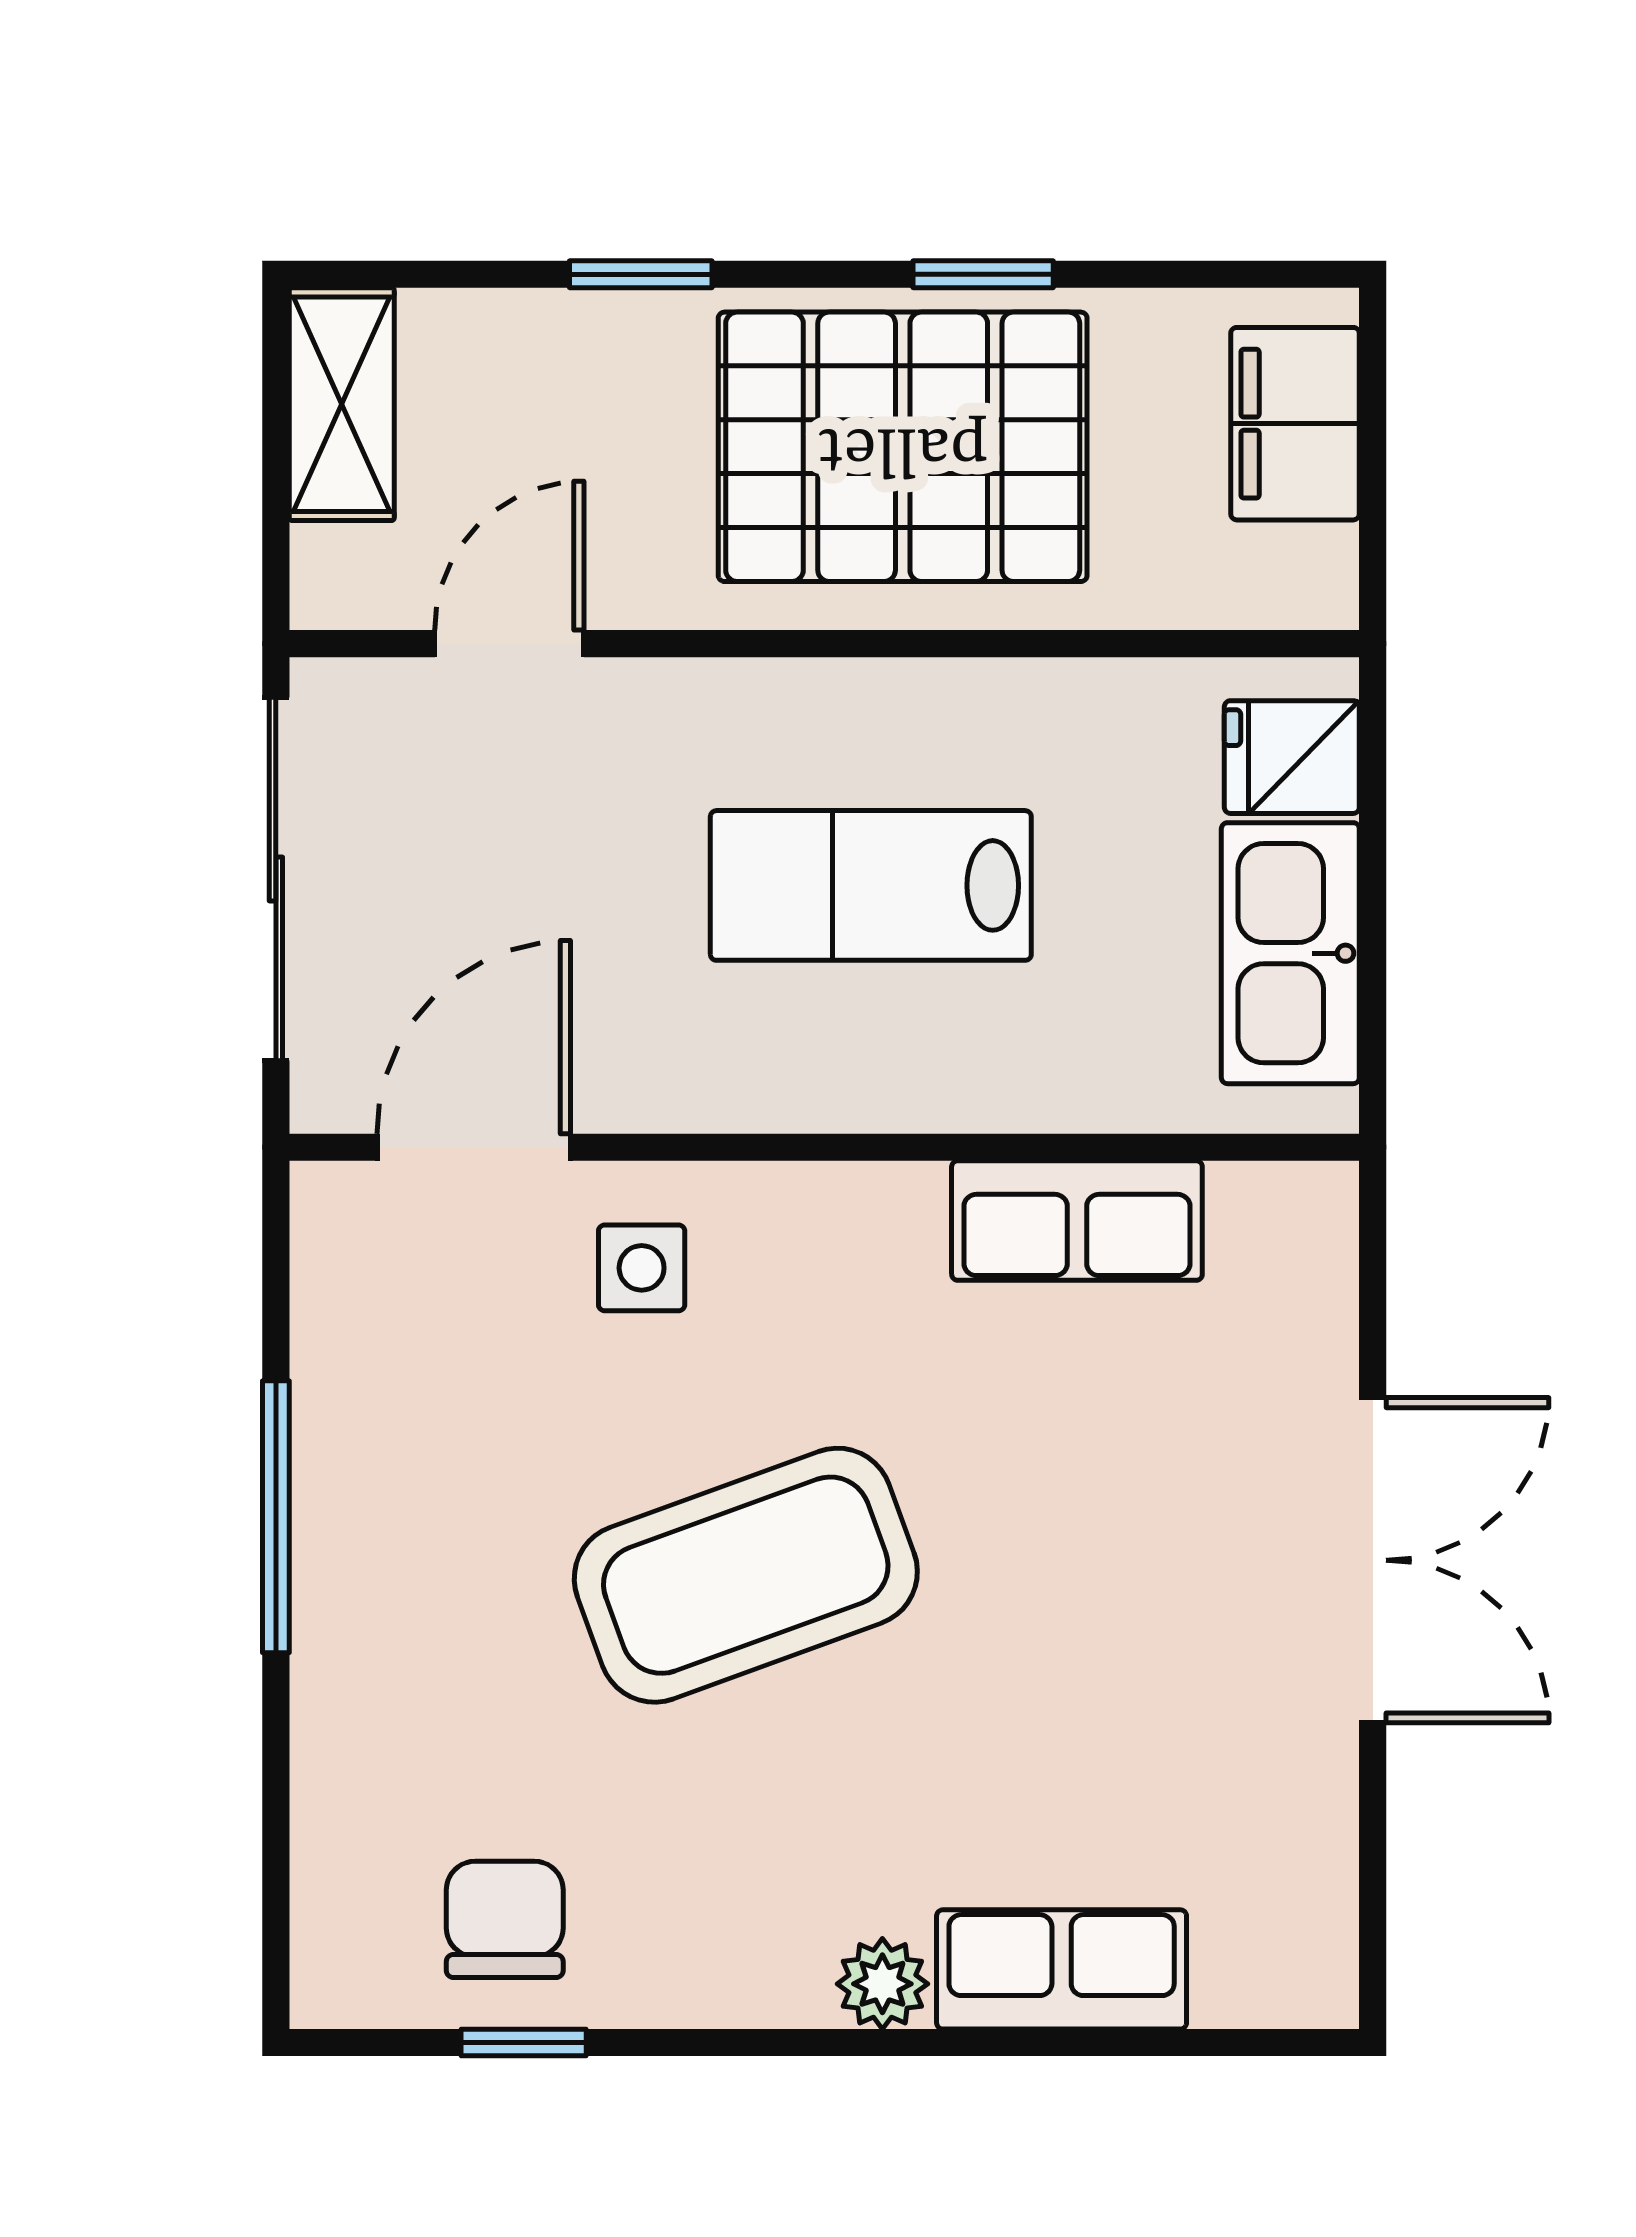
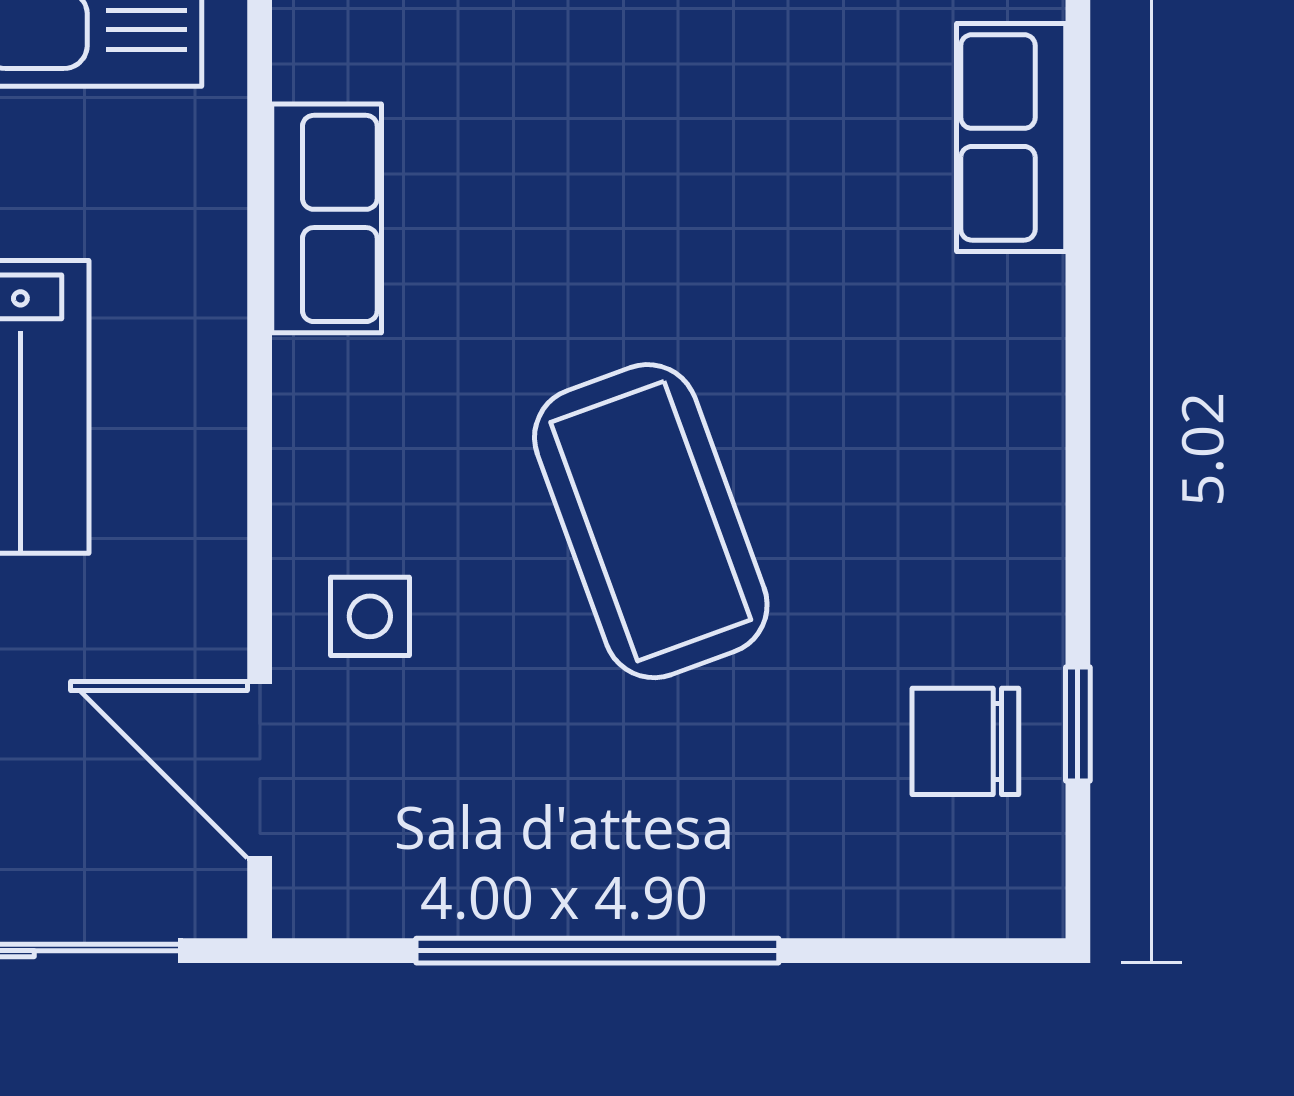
window: (276, 1517) -> (597, 951), width x1.46
row of seats: (1062, 1969) -> (1011, 137), moved
plant: (882, 1984) -> (1024, 396), removed

